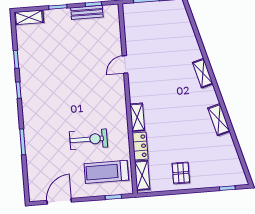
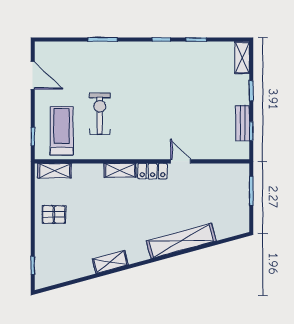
shelving: (203, 73) -> (181, 241), width x2.20, depth x1.33
exercise bike: (89, 139) -> (100, 114), turned 180
locker: (140, 146) -> (153, 171), moved

